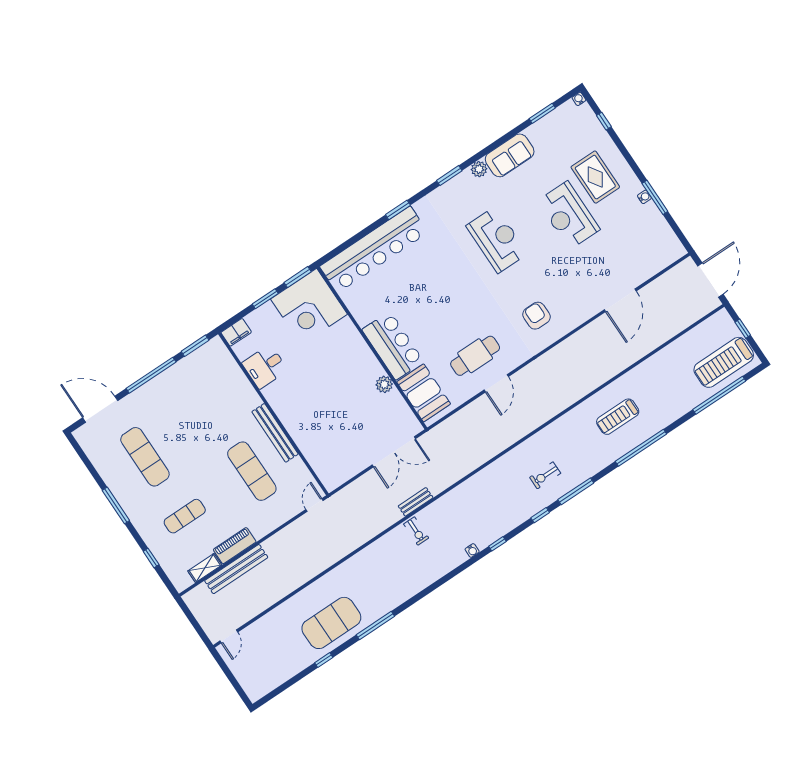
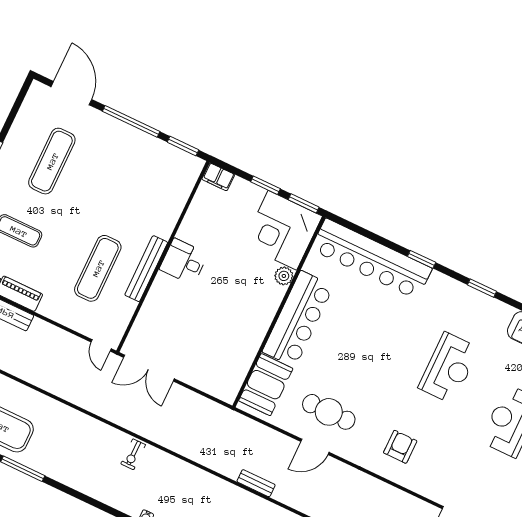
plant: (479, 169) -> (505, 312), removed
bar counter: (393, 346) -> (298, 319), width x1.36
desk: (265, 367) -> (184, 262), moved
plant: (384, 384) -> (284, 276), moved
double door: (394, 452) -> (149, 368), moved
bench: (416, 502) -> (256, 483), moved
door: (315, 505) -> (101, 345), swing flipped

